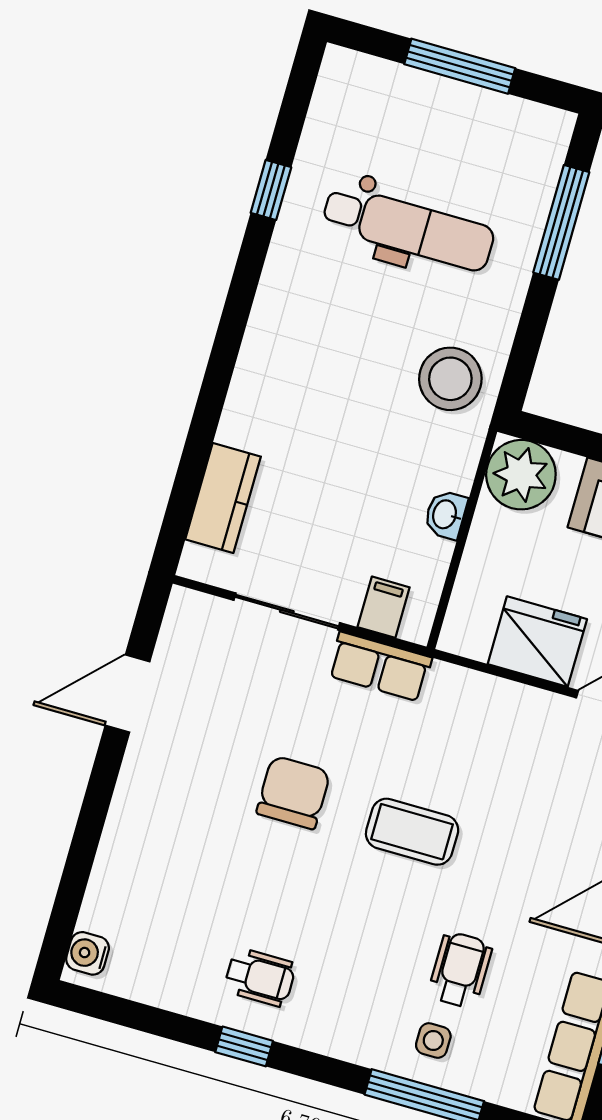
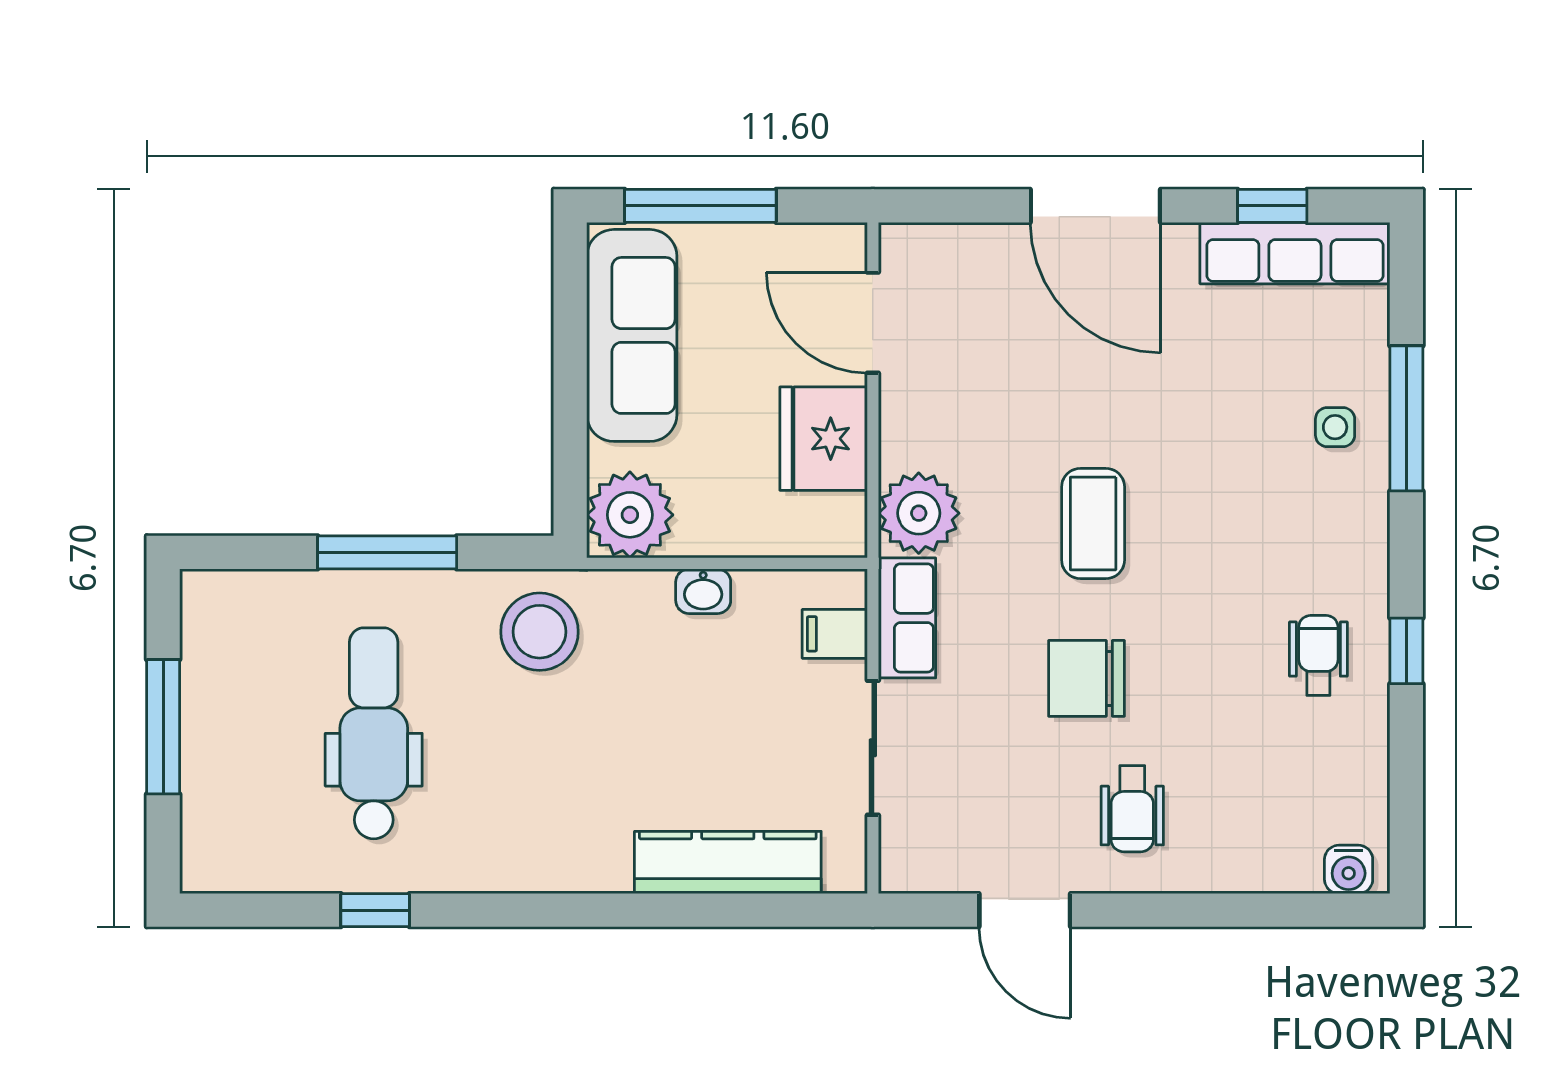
window: (561, 222) -> (387, 552), moved
kitchen counter: (223, 498) -> (728, 862), width x1.50
plant: (459, 699) -> (919, 513), added
wheelchair: (460, 970) -> (1132, 809), moved, turned -90

